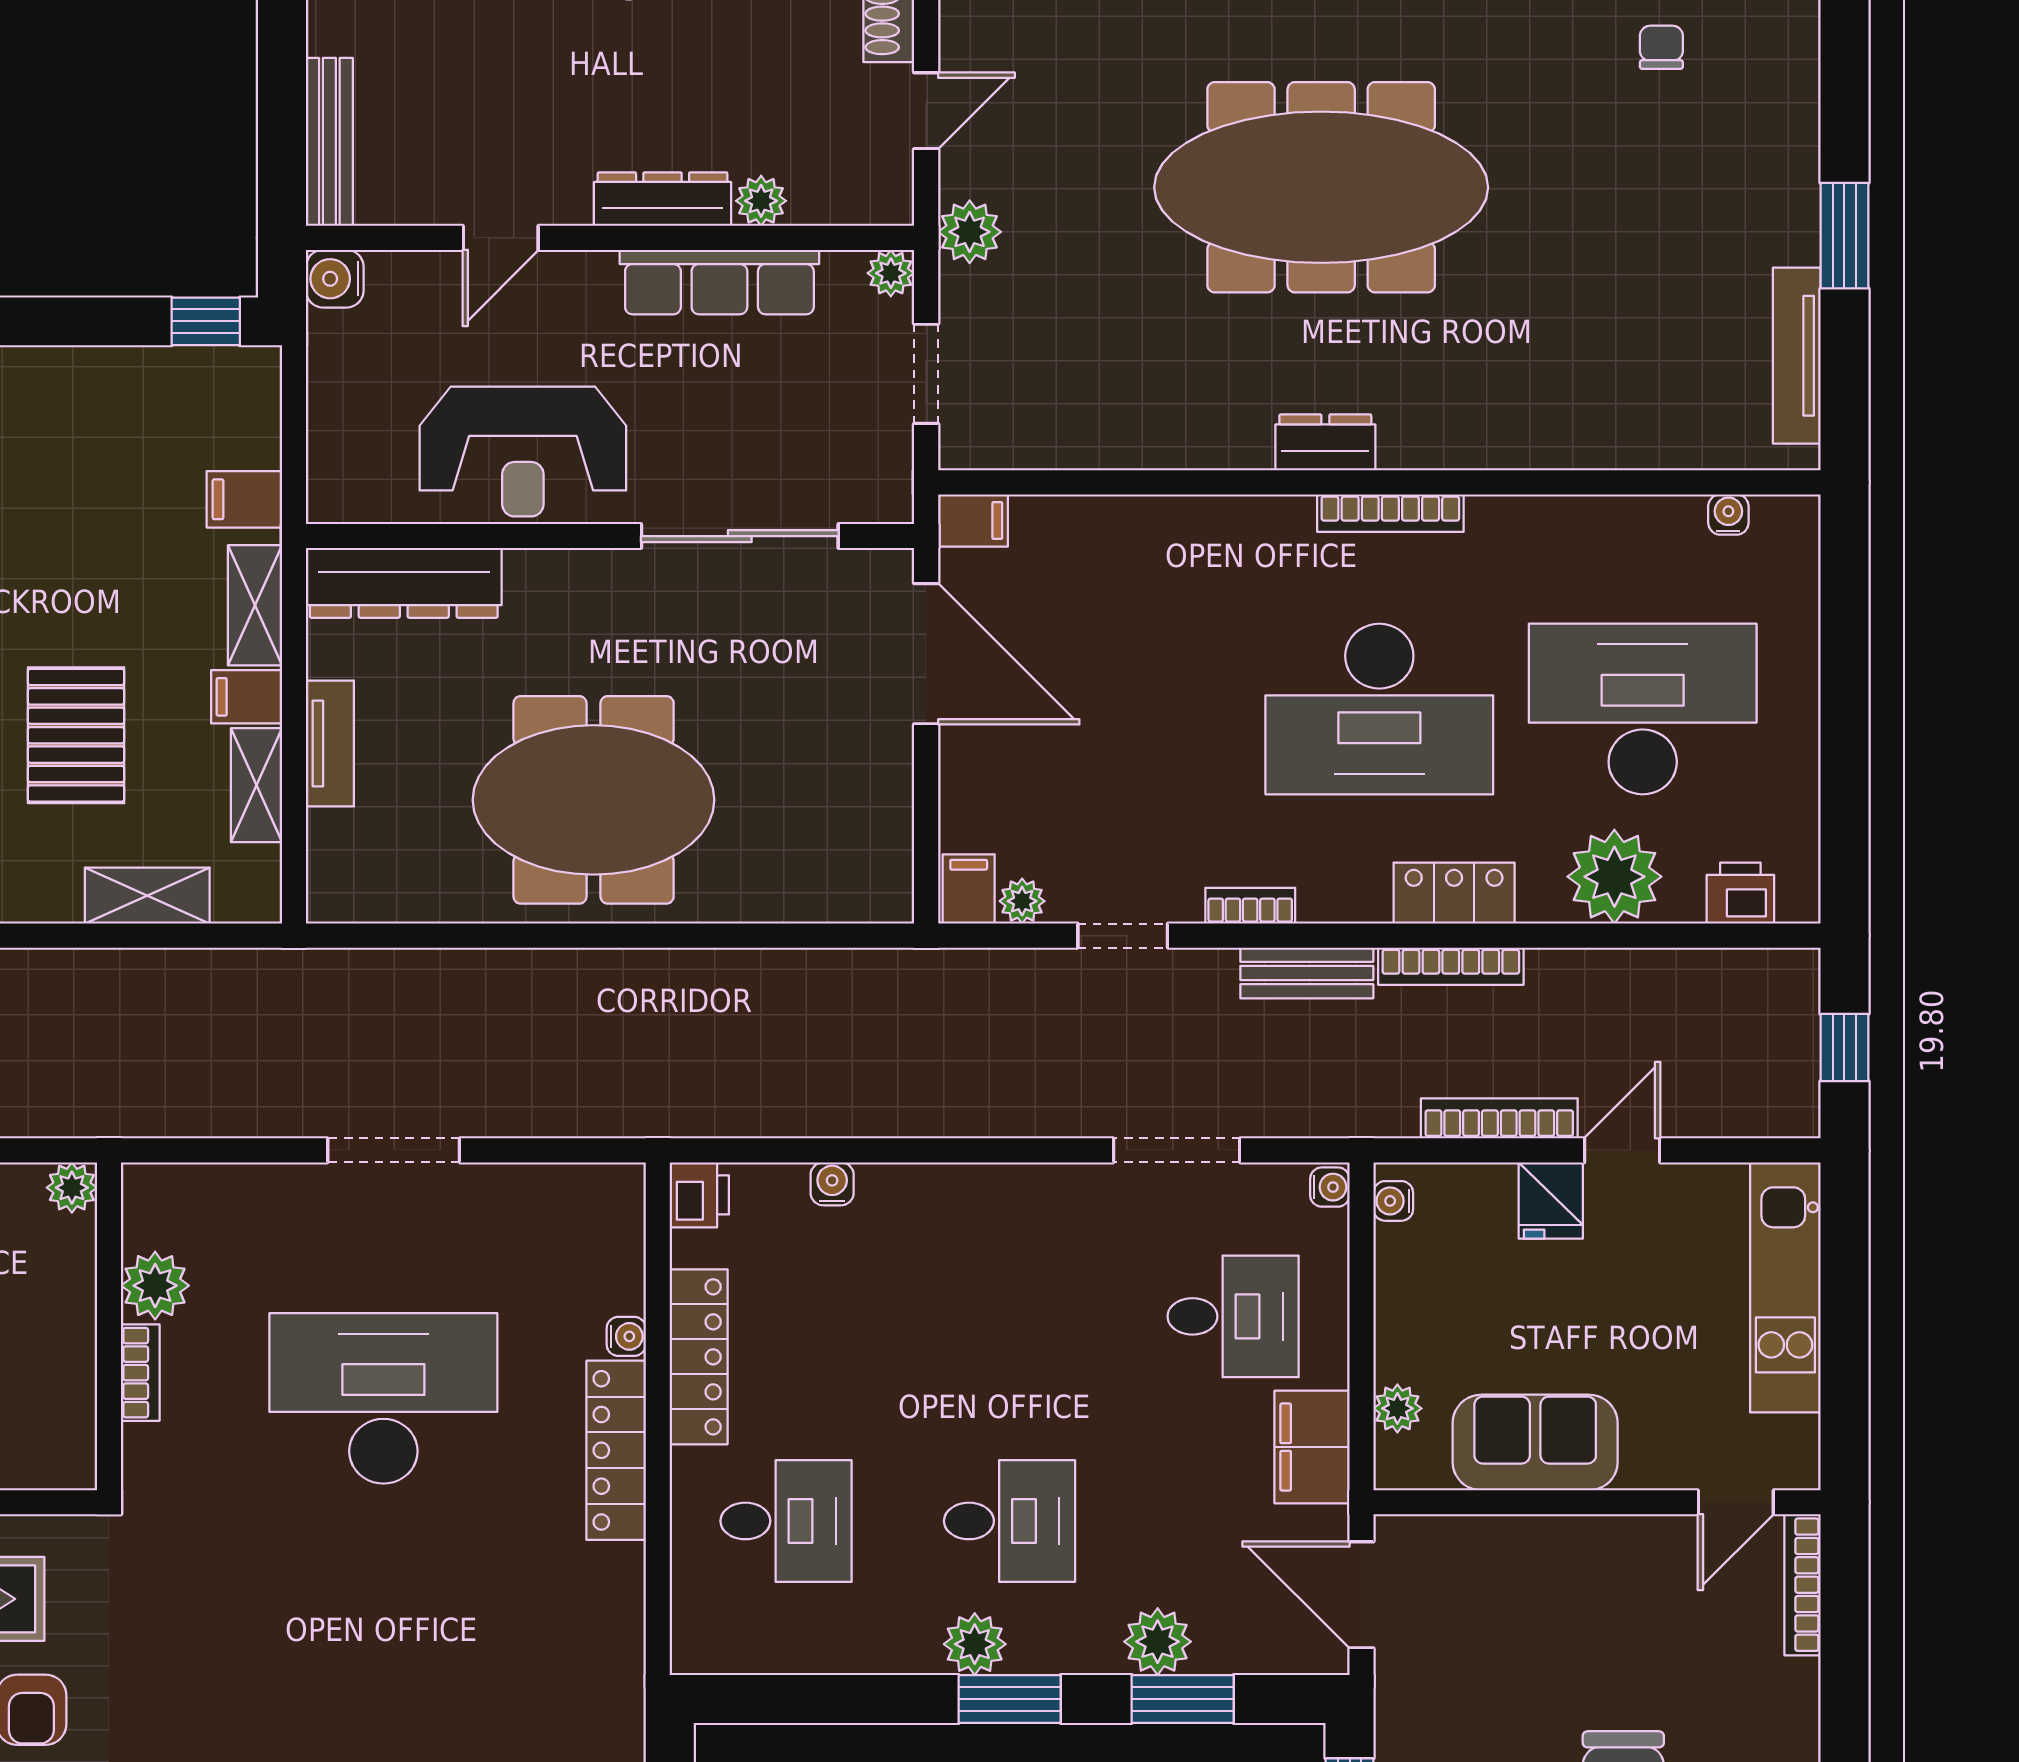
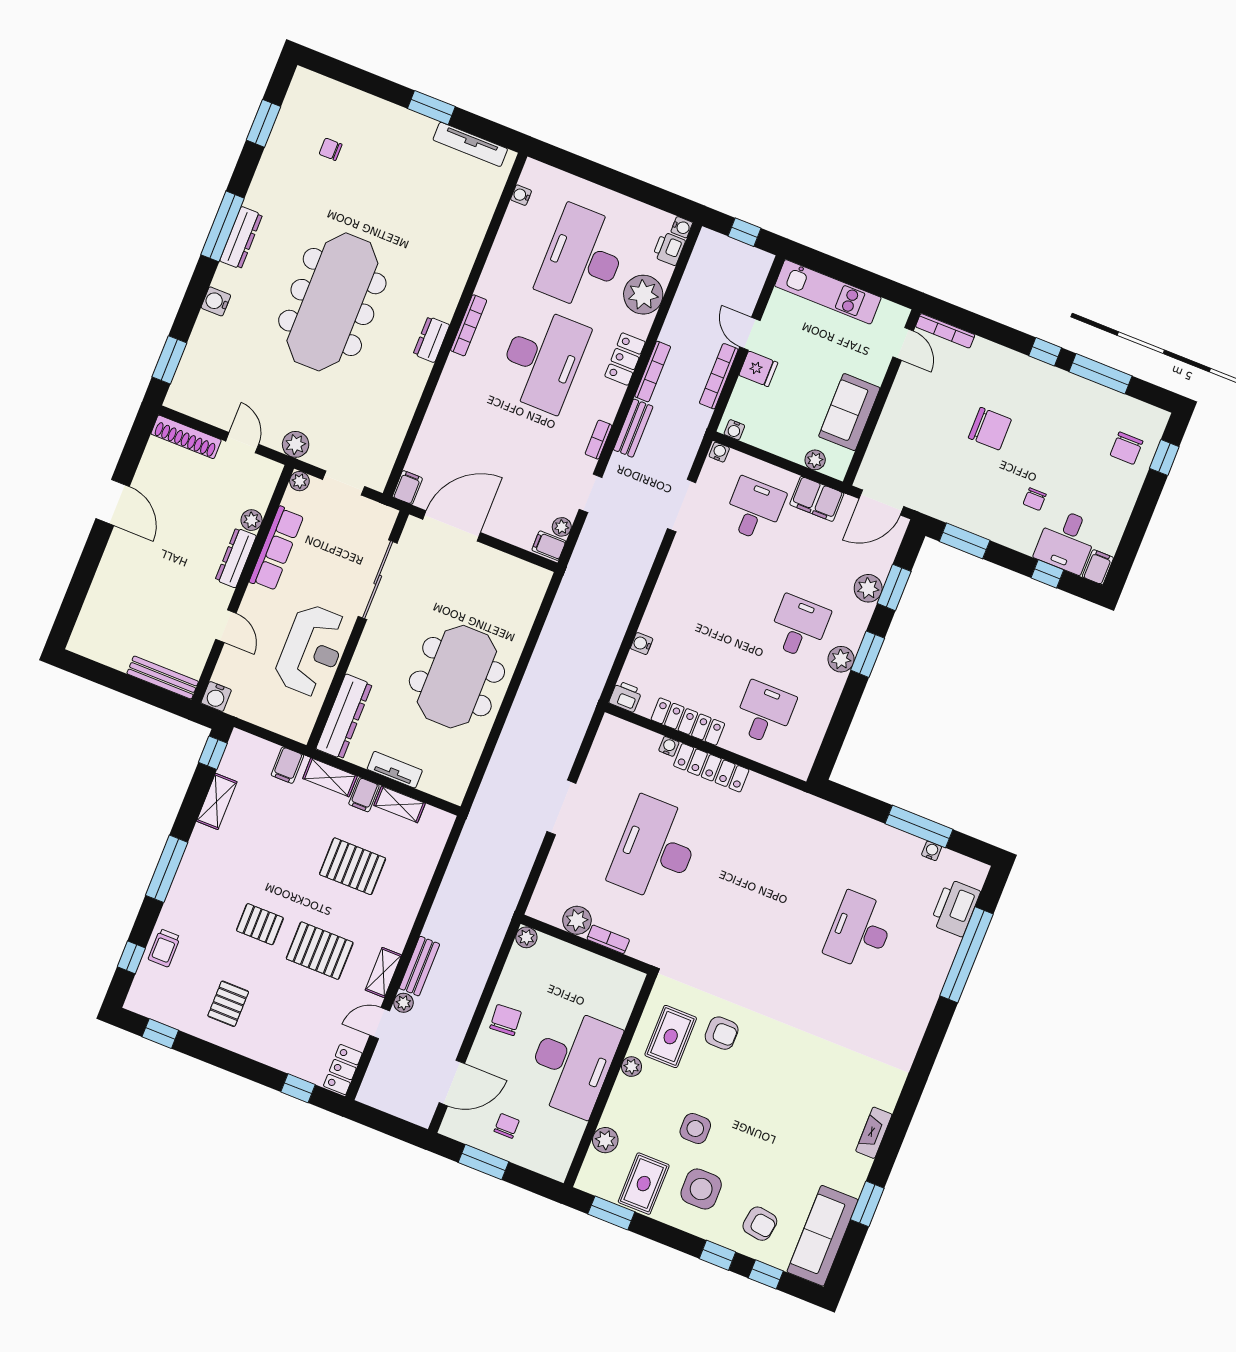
shelving: (147, 896) -> (217, 801), moved
water cooler: (1800, 903) -> (682, 227), added

